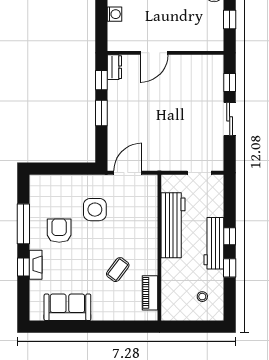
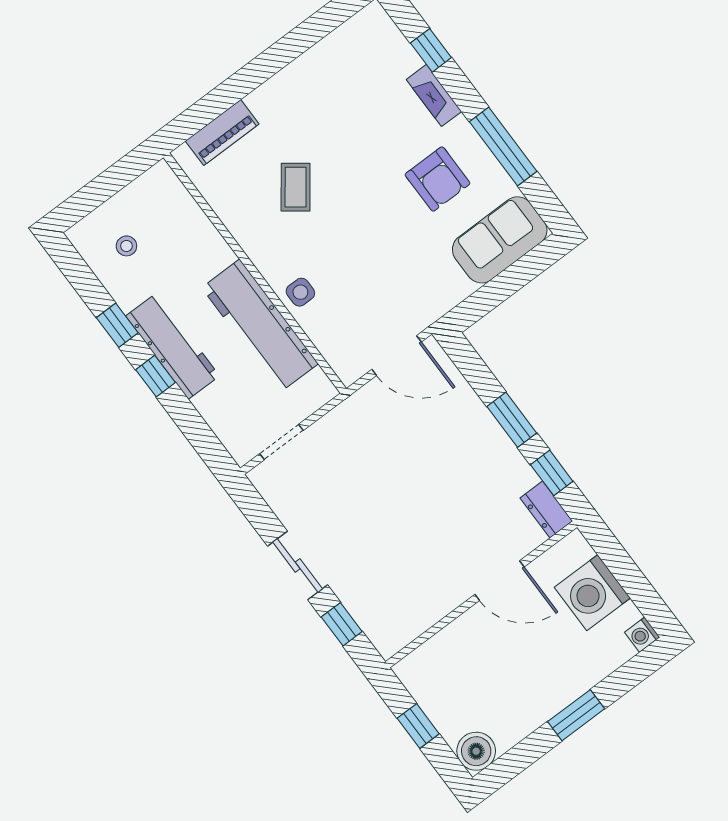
washing machine: (114, 14) -> (592, 593), width x1.89, depth x1.89
door: (154, 53) -> (500, 581), swing flipped
door: (128, 173) -> (397, 356), hinge flipped
side table: (95, 210) -> (300, 292), moved, width x0.54, depth x0.54
window: (23, 267) -> (431, 50), moved
piano: (150, 293) -> (222, 132), moved, turned 90
sofa: (67, 307) -> (500, 240), moved, turned 180

